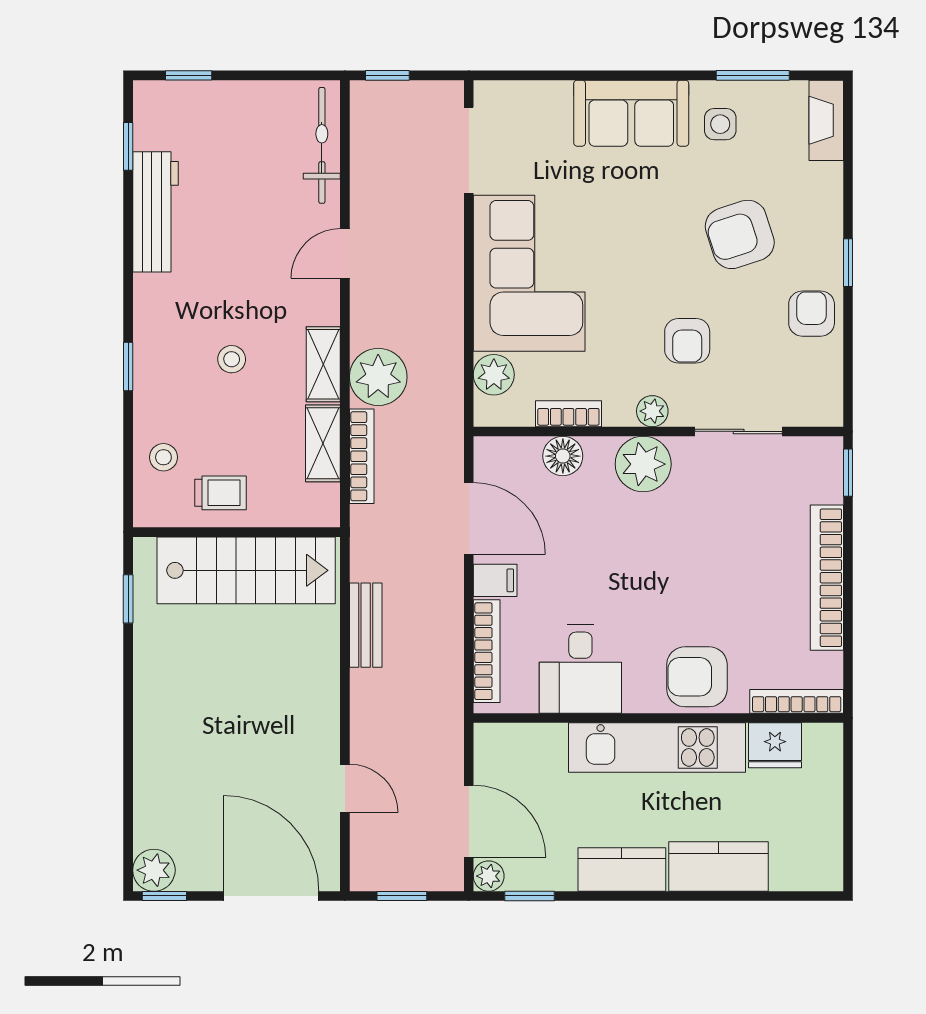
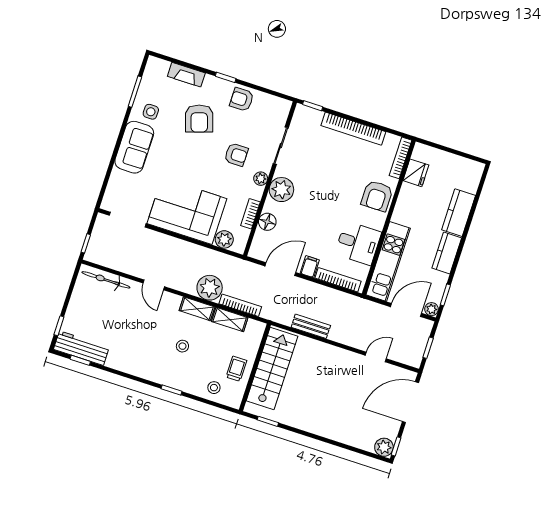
fireplace: (826, 120) -> (186, 75), moved
workbench: (155, 212) -> (81, 348), moved
kitchen unit: (657, 747) -> (388, 261), moved

